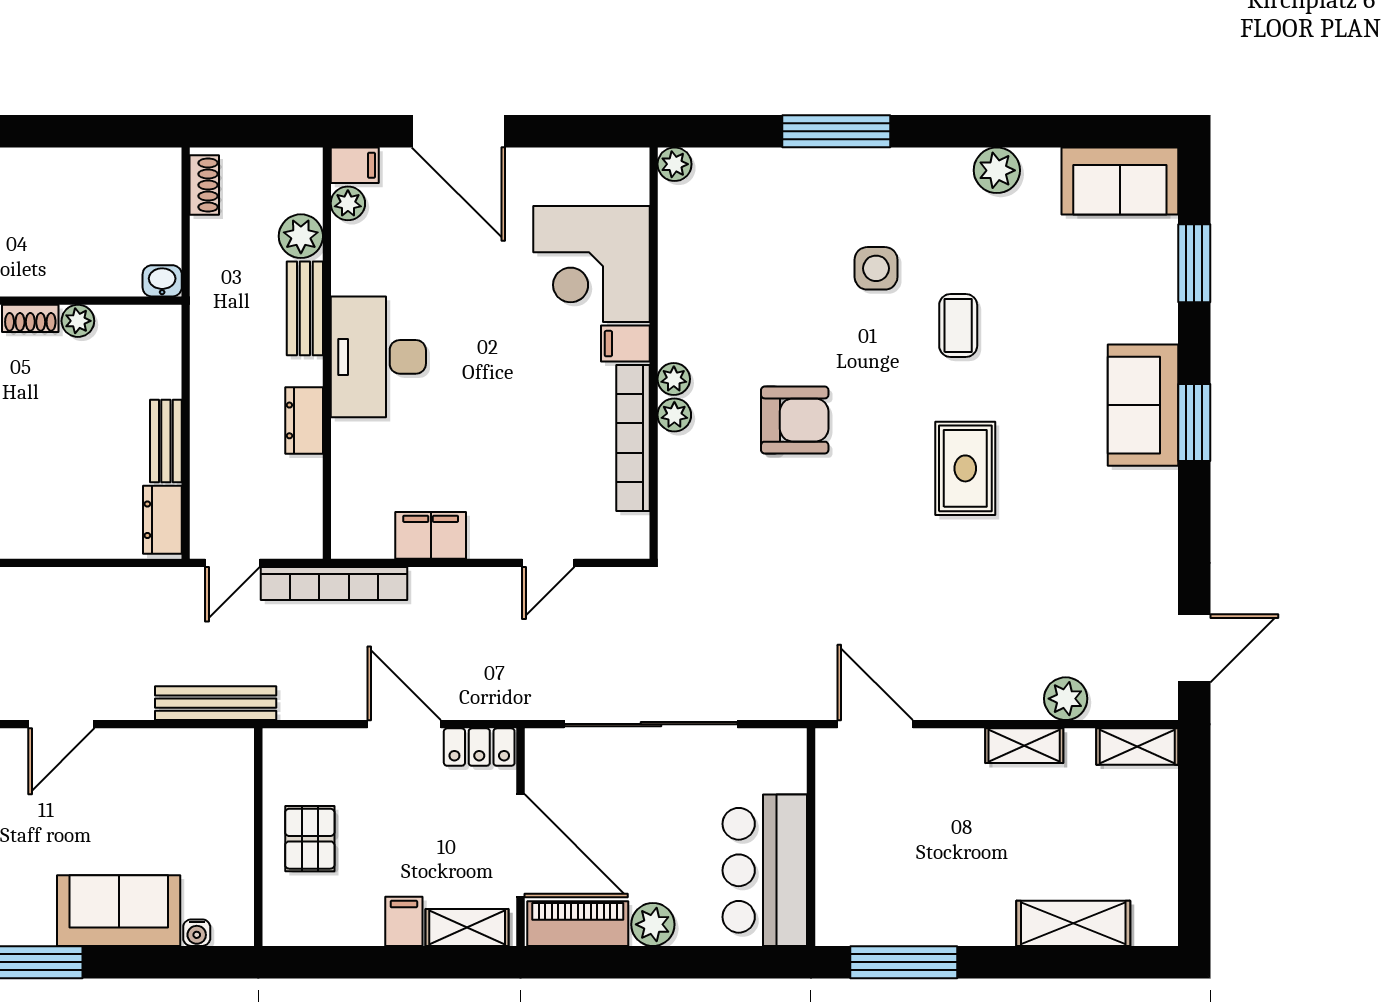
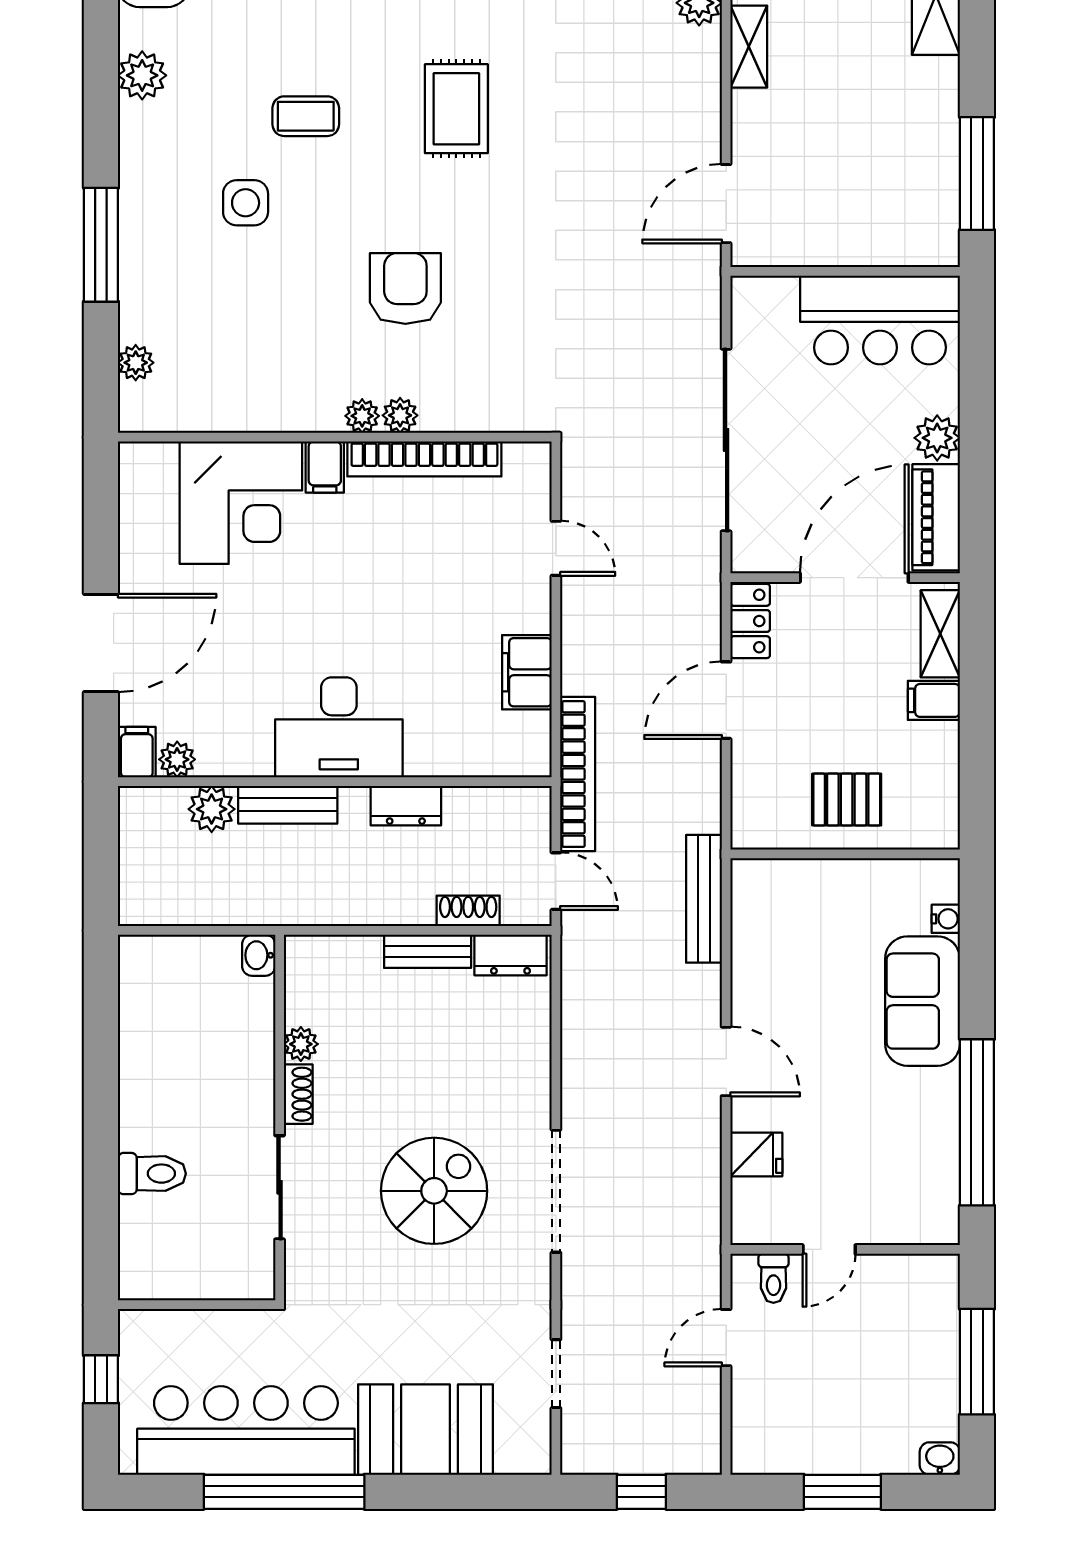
plant: (675, 164) -> (136, 363), moved
shoe rack: (204, 185) -> (468, 911), moved
rug: (965, 468) -> (456, 109), turned 90

